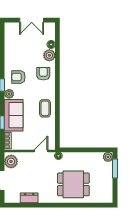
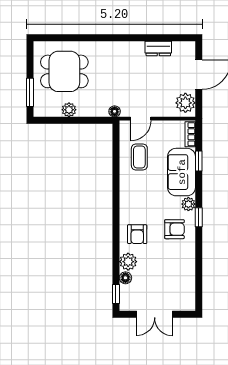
double door: (32, 20) -> (155, 314), swing flipped
window: (57, 34) -> (116, 294), added
coffee table: (45, 108) -> (139, 157), moved
plant: (108, 157) -> (69, 110), moved
dining table: (73, 184) -> (64, 71), moved

